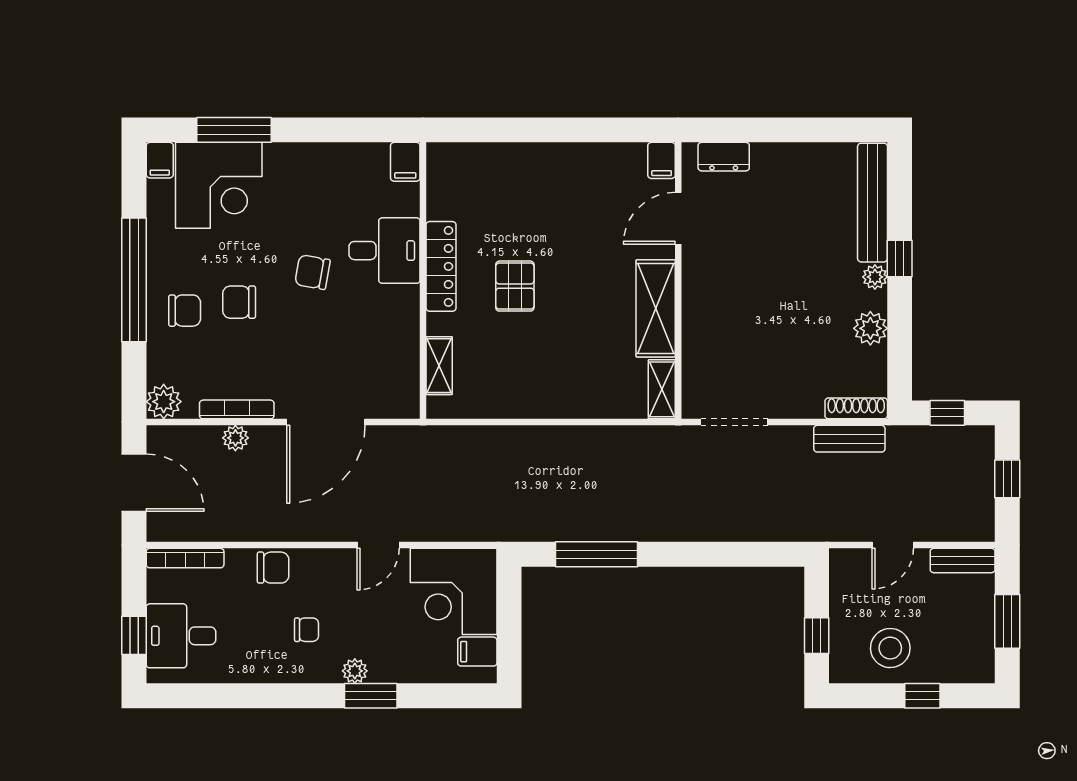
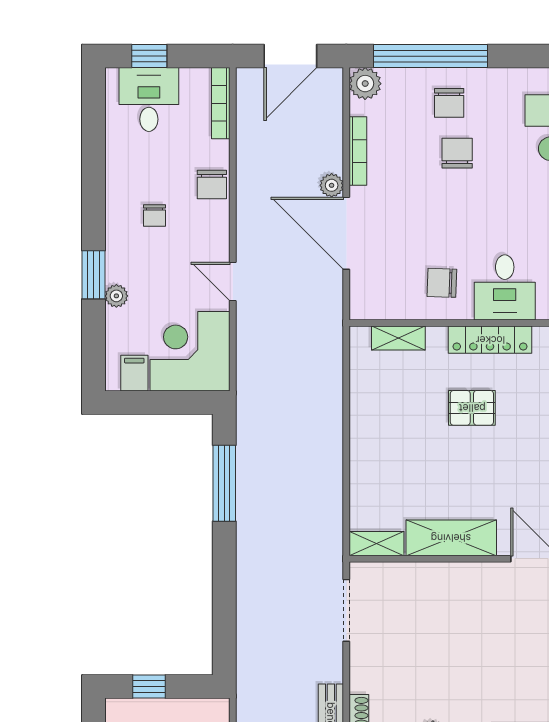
chair: (312, 272) -> (442, 283), moved, turned -98
window: (134, 280) -> (431, 56), moved
plant: (235, 438) -> (332, 185), moved
plant: (355, 671) -> (116, 296), moved

